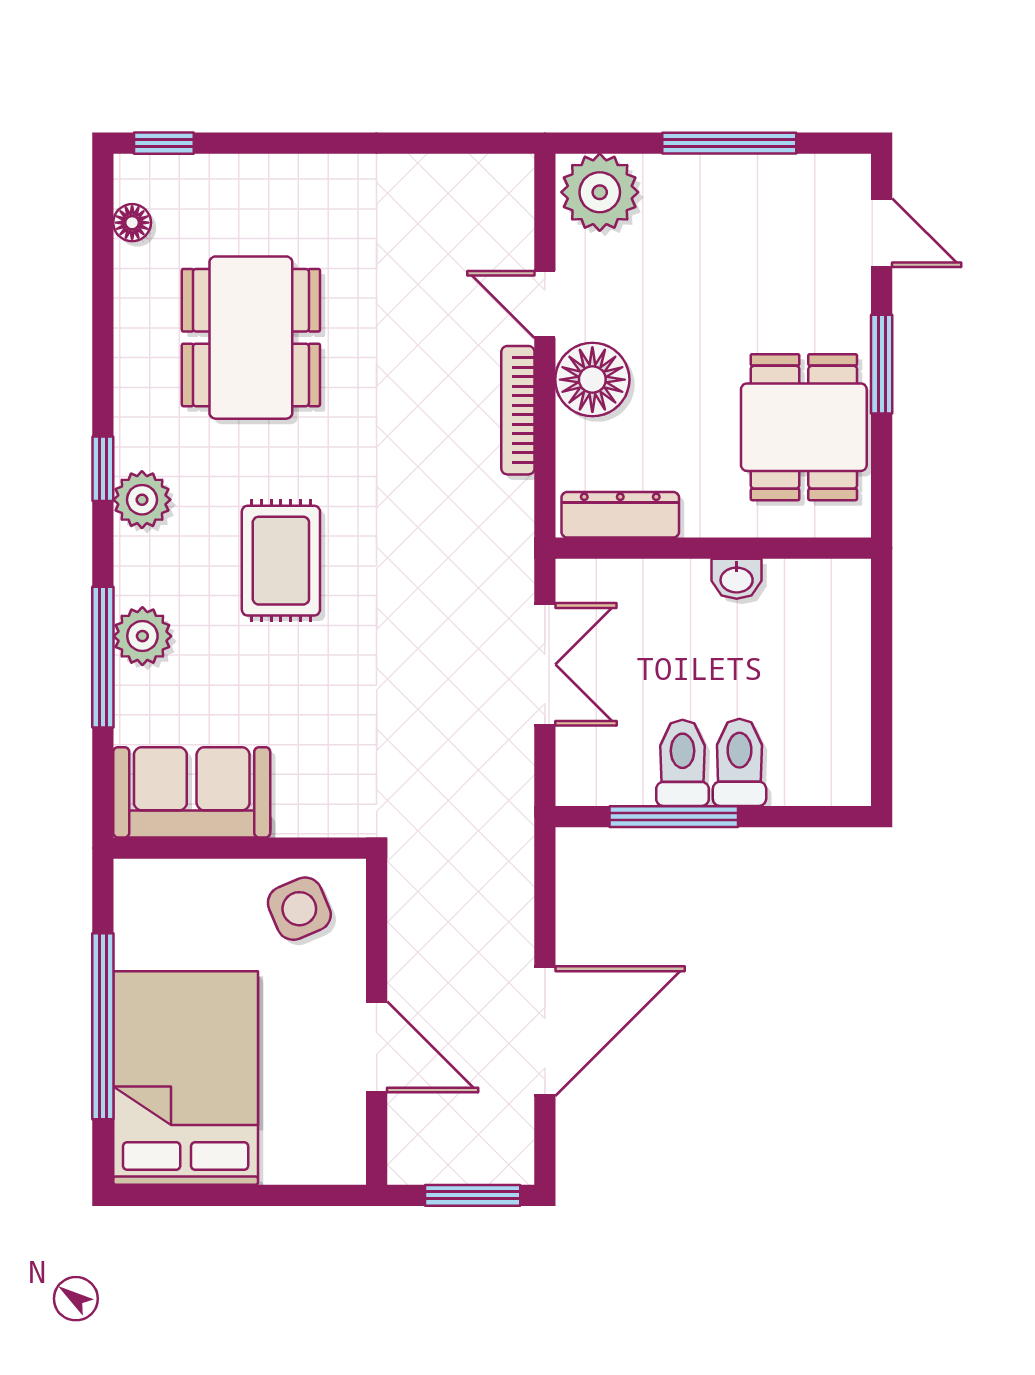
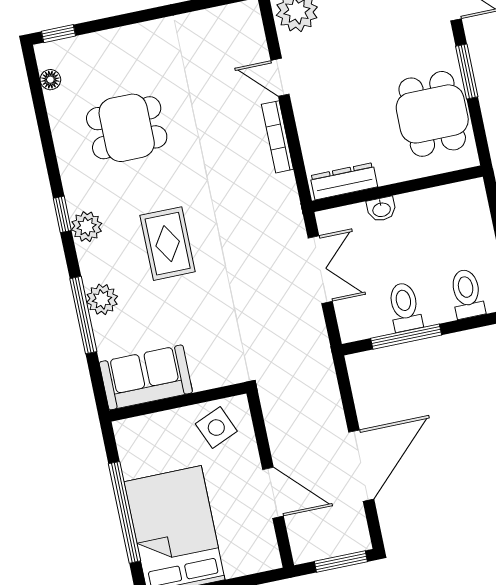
dining table: (251, 338) -> (127, 128), width x0.73
floor lamp: (592, 380) -> (314, 112), removed
washbasin: (737, 579) -> (381, 209), moved
toilet: (739, 762) -> (467, 294), moved

